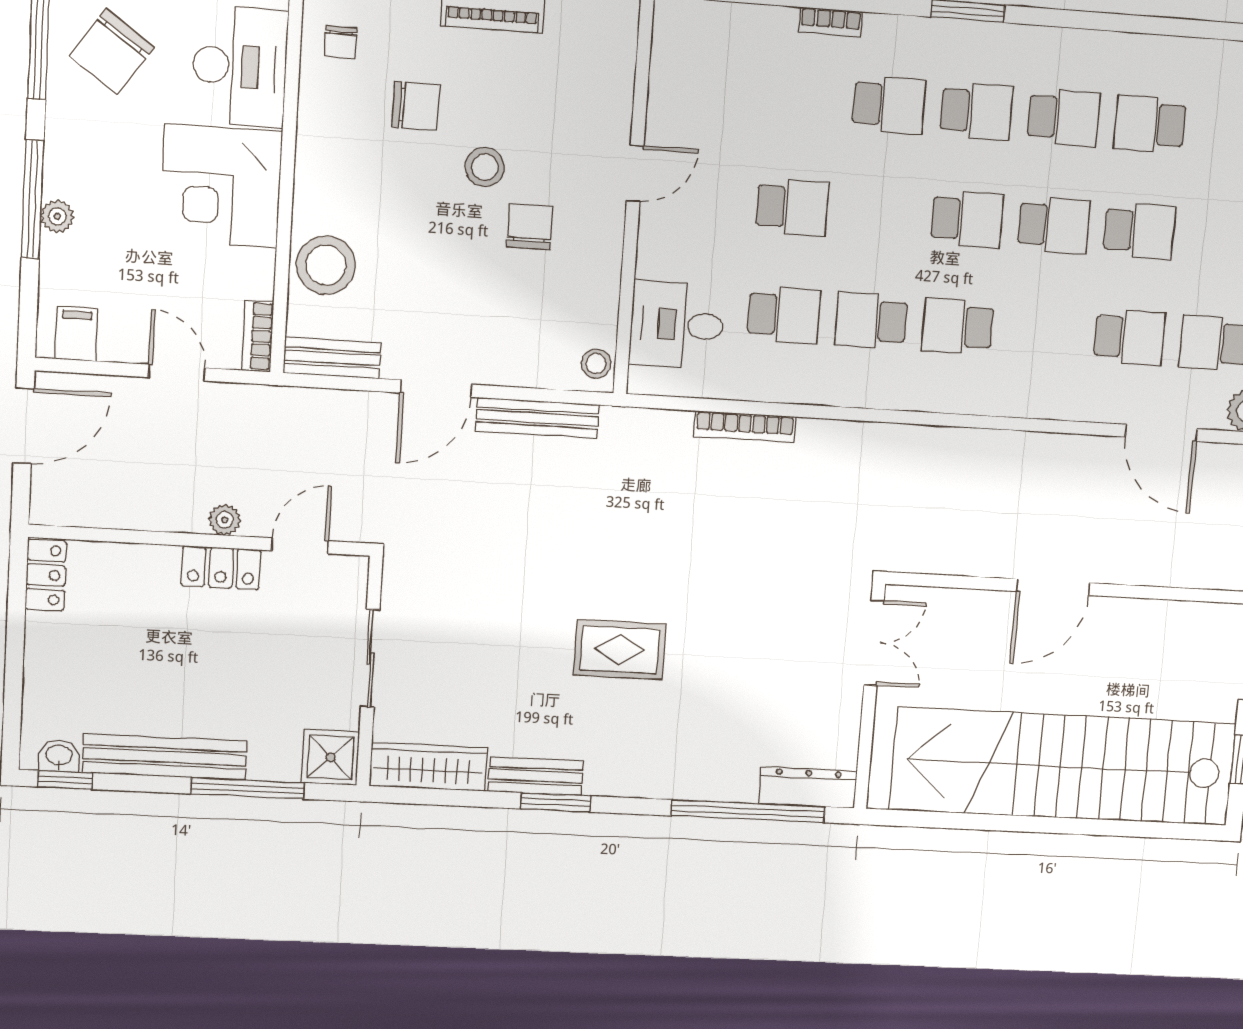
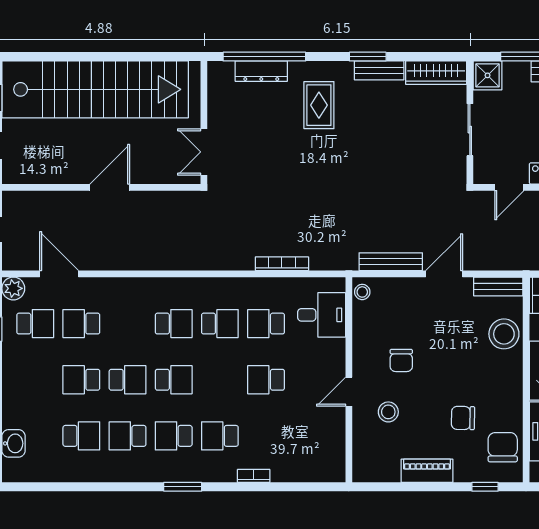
chair: (341, 42) -> (503, 447), width x1.87, depth x1.87
stool: (485, 167) -> (388, 412), moved
school desk: (967, 219) -> (174, 380), turned 180
school desk: (1054, 225) -> (128, 380), turned 180
rug: (620, 650) -> (319, 105), moved, turned 90
dresser: (808, 788) -> (261, 71), moved

